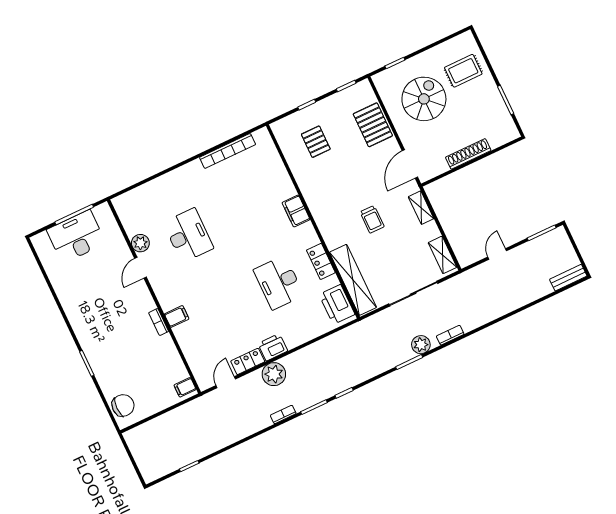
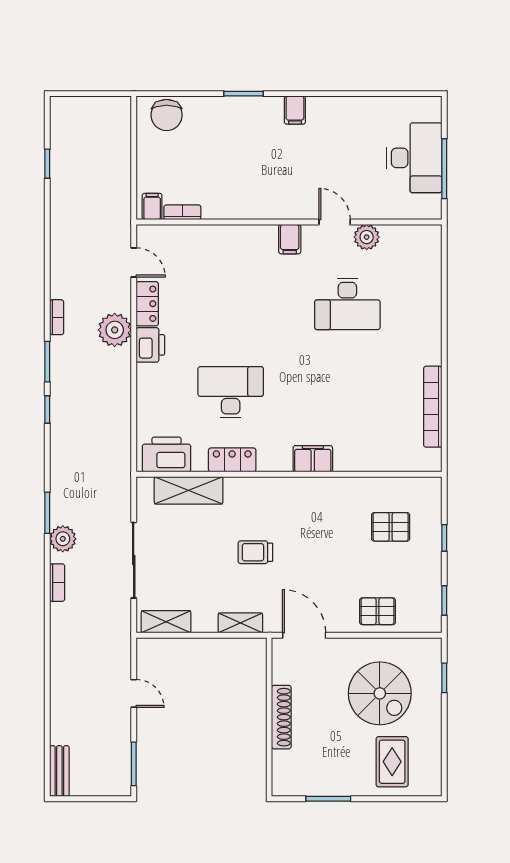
pallet: (373, 125) -> (378, 611), width x0.67, depth x0.71
shelving: (353, 280) -> (189, 490), width x0.68
filing cabinet: (177, 316) -> (290, 239), moved
bookcase: (159, 322) -> (182, 212), moved
filing cabinet: (82, 326) -> (295, 110), added

